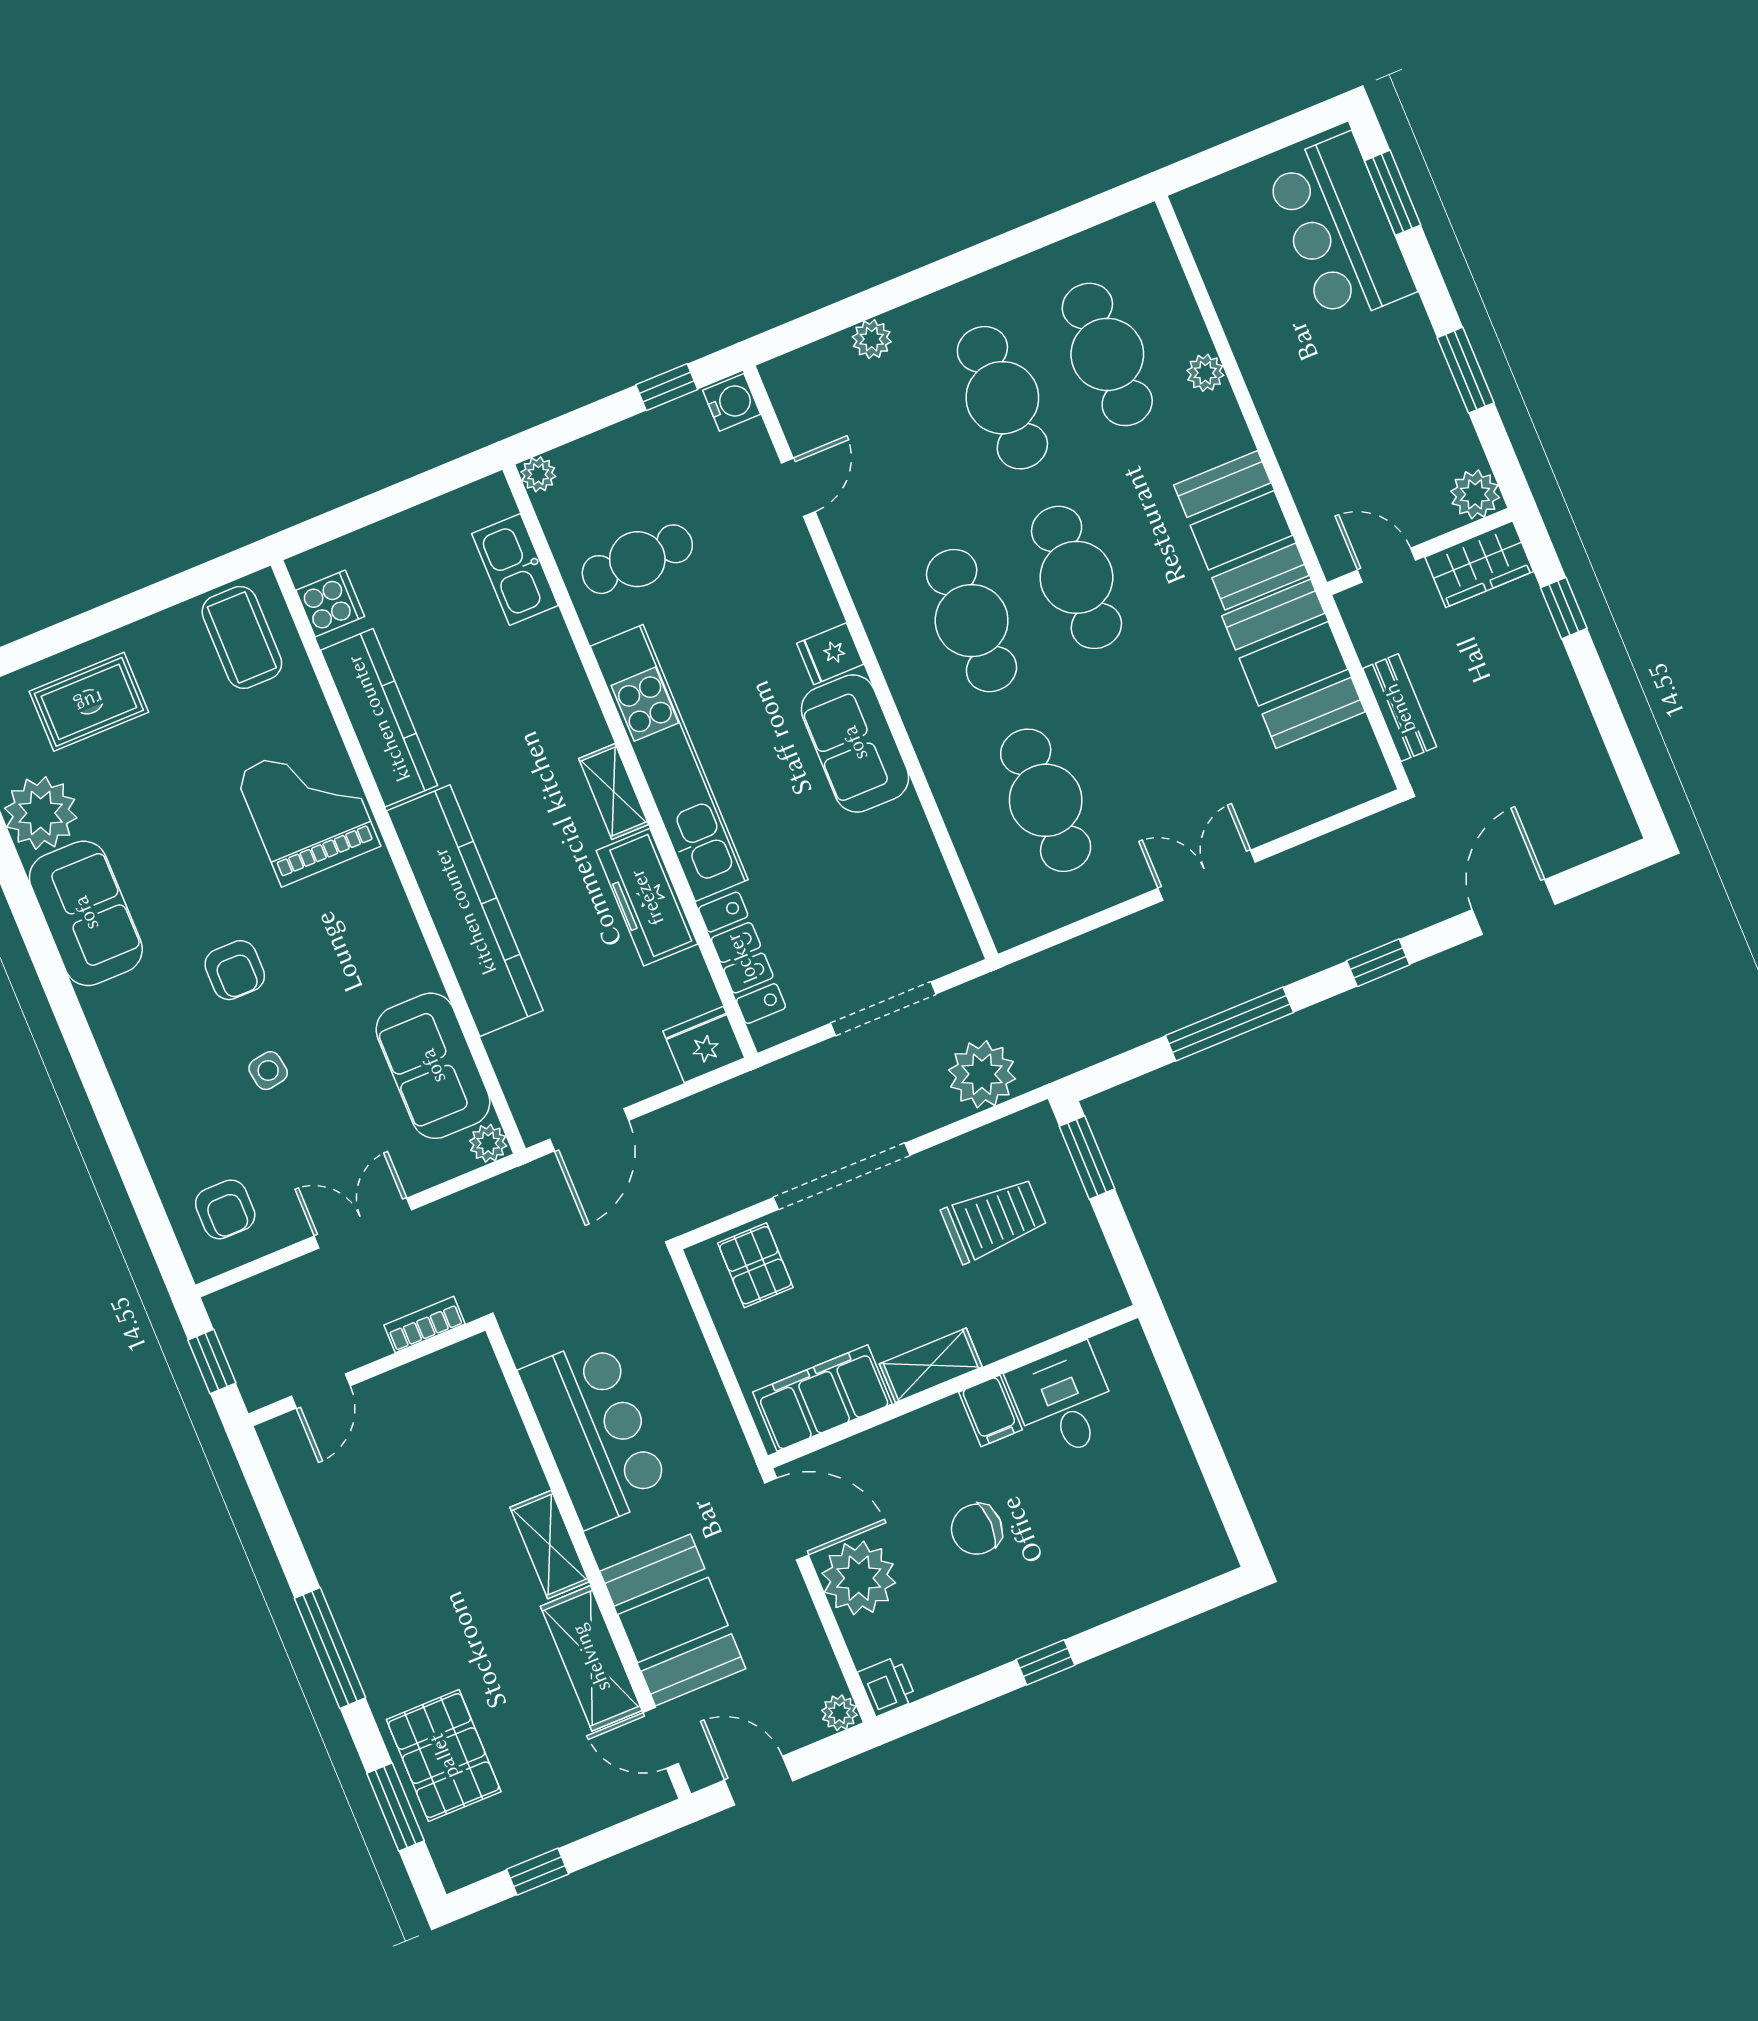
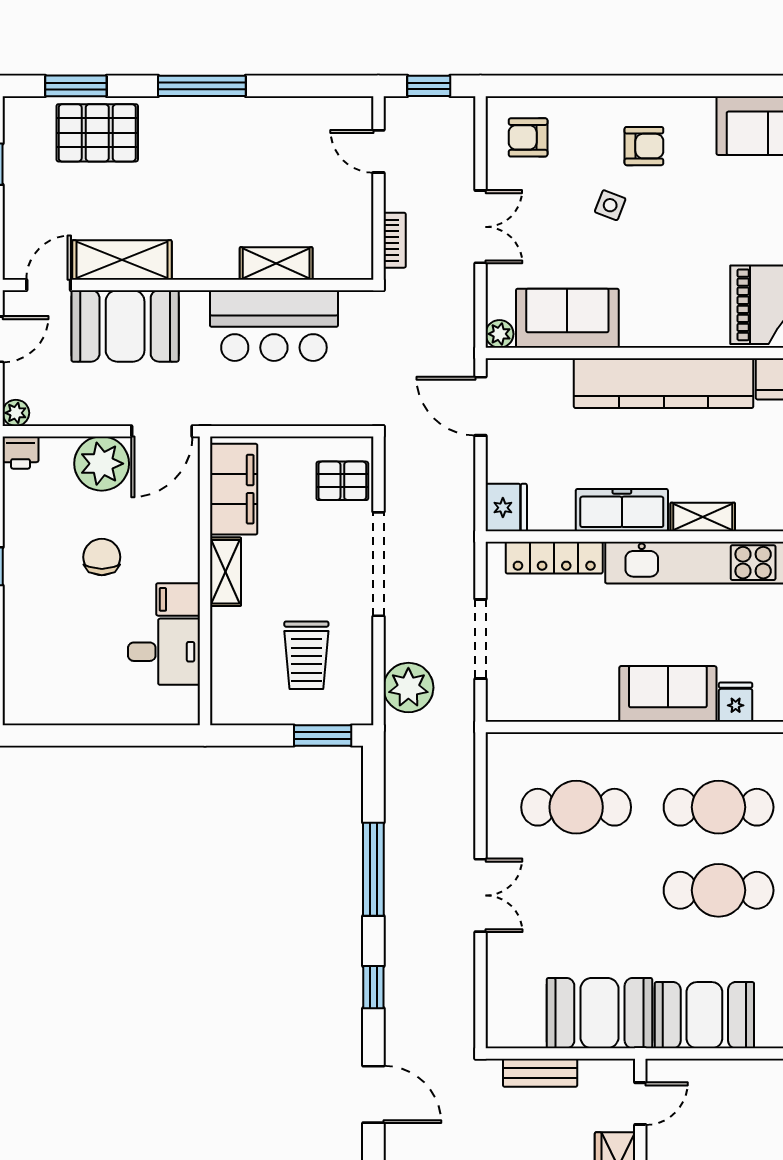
armchair: (235, 970) -> (644, 146), moved, turned 180
side table: (268, 1071) -> (610, 205), turned 30
shelving: (550, 1545) -> (276, 263), moved

